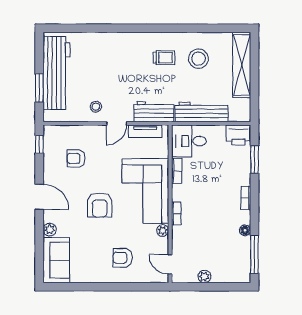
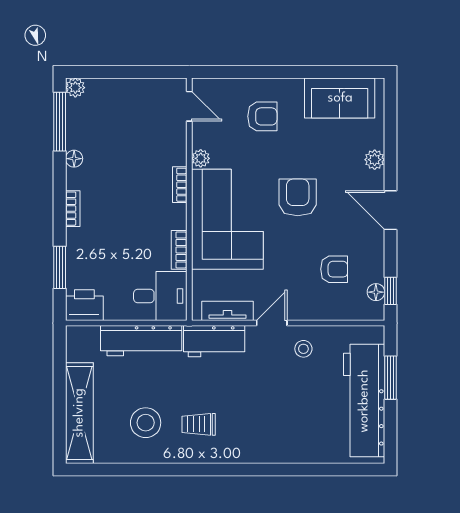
floor lamp: (49, 144) -> (376, 292), added
sofa: (56, 260) -> (340, 98), moved, turned -90
plant: (204, 277) -> (75, 88), moved

